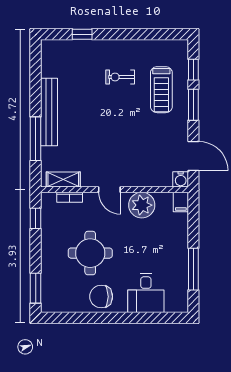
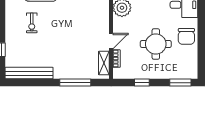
bench: (49, 112) -> (29, 73), moved
door: (109, 190) -> (111, 41), moved
window: (36, 218) -> (142, 83), moved

